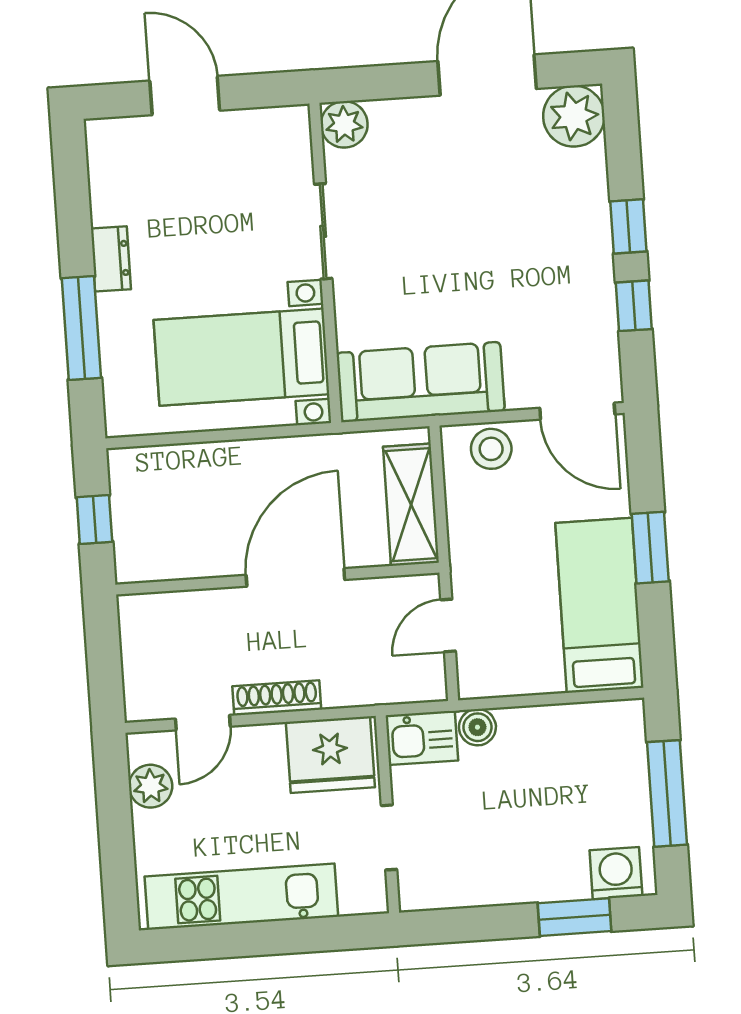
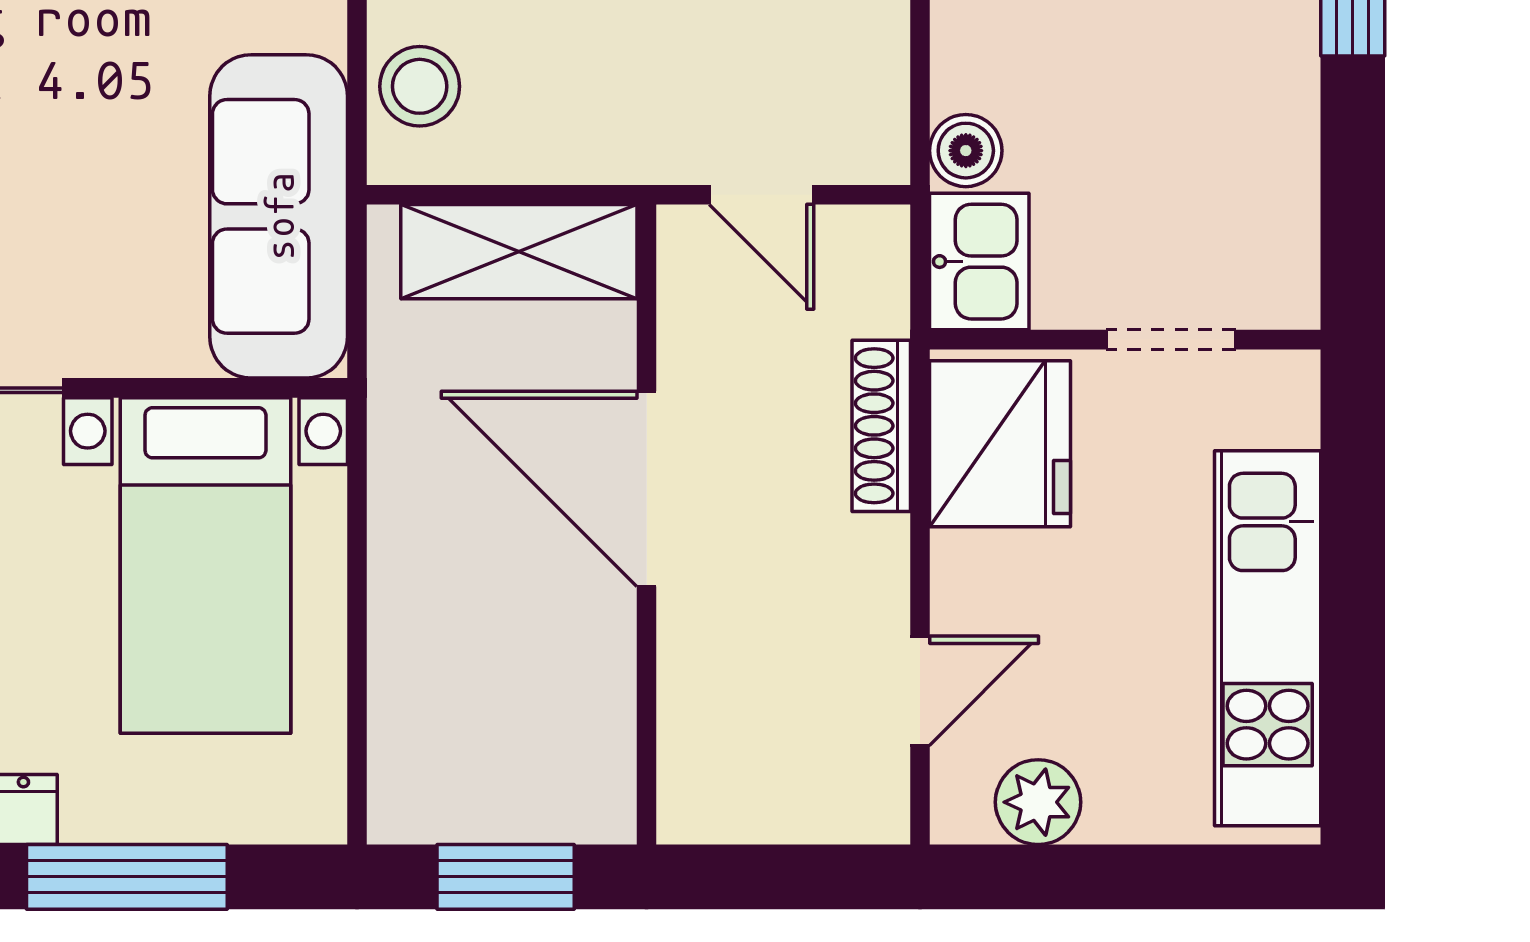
window: (94, 520) -> (506, 877), width x1.50
shoe rack: (277, 698) -> (881, 426), moved
door: (203, 723) -> (920, 691), hinge flipped

